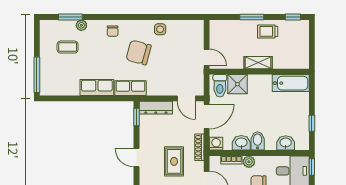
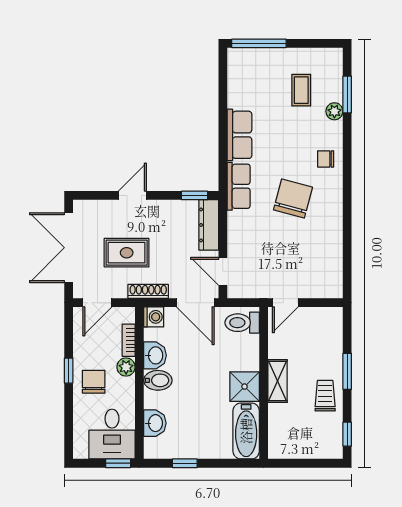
side table: (160, 29) -> (328, 231), removed
shower: (237, 84) -> (245, 387), moved
door: (186, 98) -> (223, 271), hinge flipped

